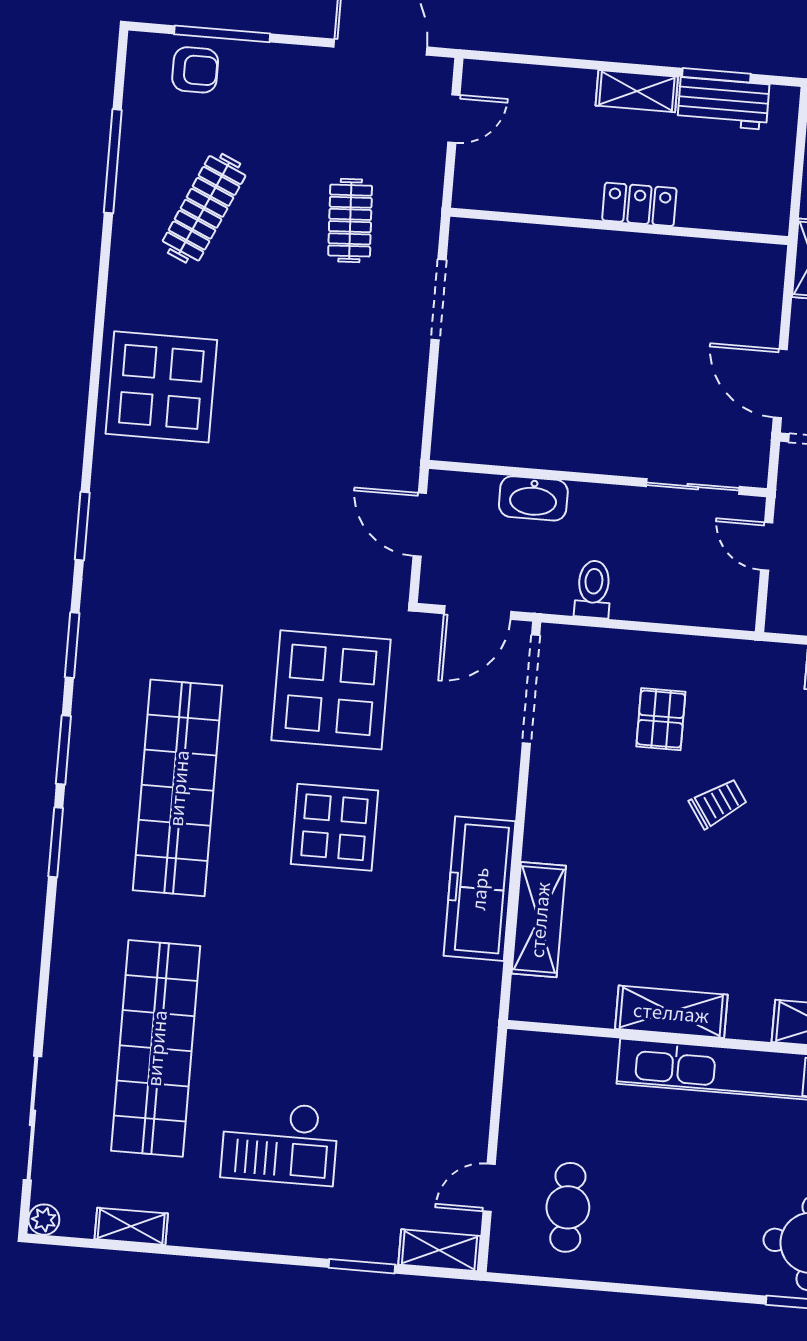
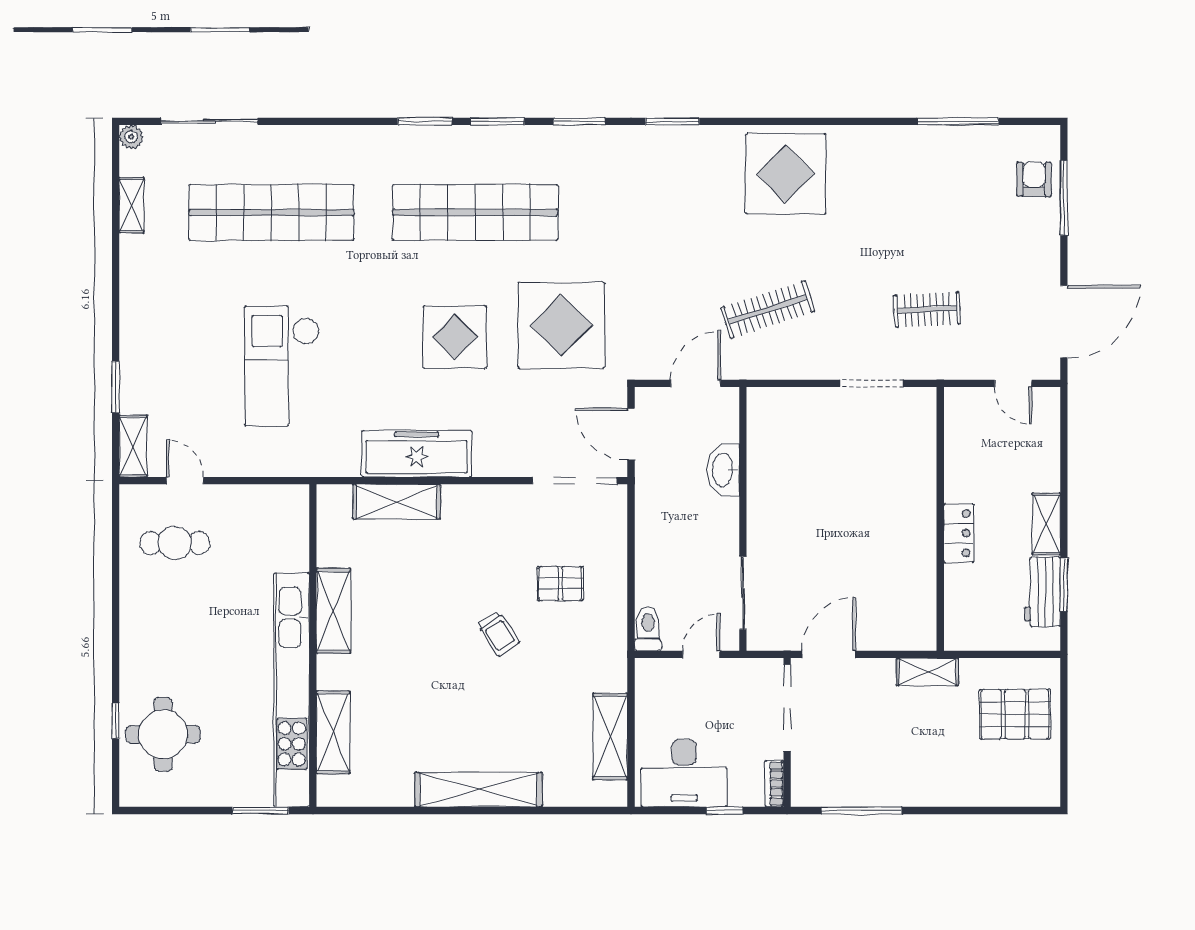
armchair: (195, 70) -> (1034, 179), turned 180
clothes rail: (204, 208) -> (768, 310), moved, turned -42
toilet: (593, 589) -> (648, 629), moved, turned -90
checkout: (280, 1142) -> (282, 366), moved, width x1.36, depth x1.21

